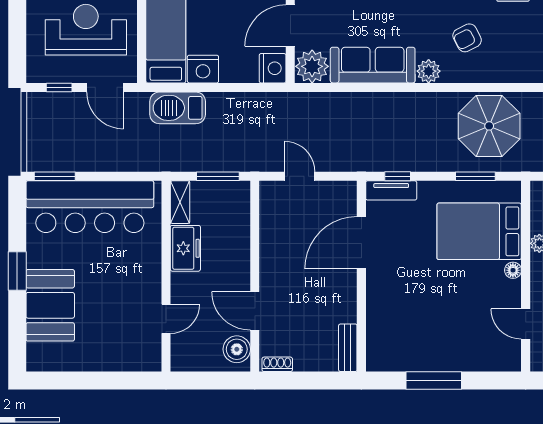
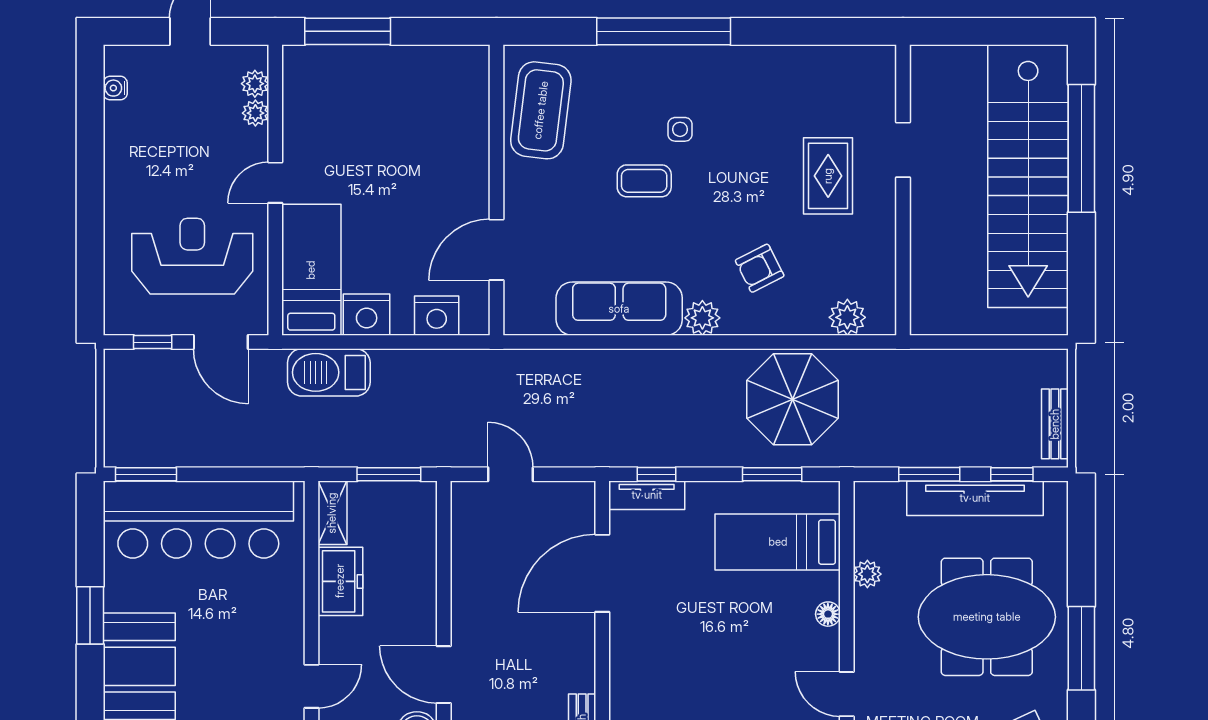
plant: (312, 66) -> (847, 317), moved, width x0.73, depth x0.73
nightstand: (273, 68) -> (437, 316), moved, turned 90
bed: (479, 231) -> (778, 542), width x0.67

